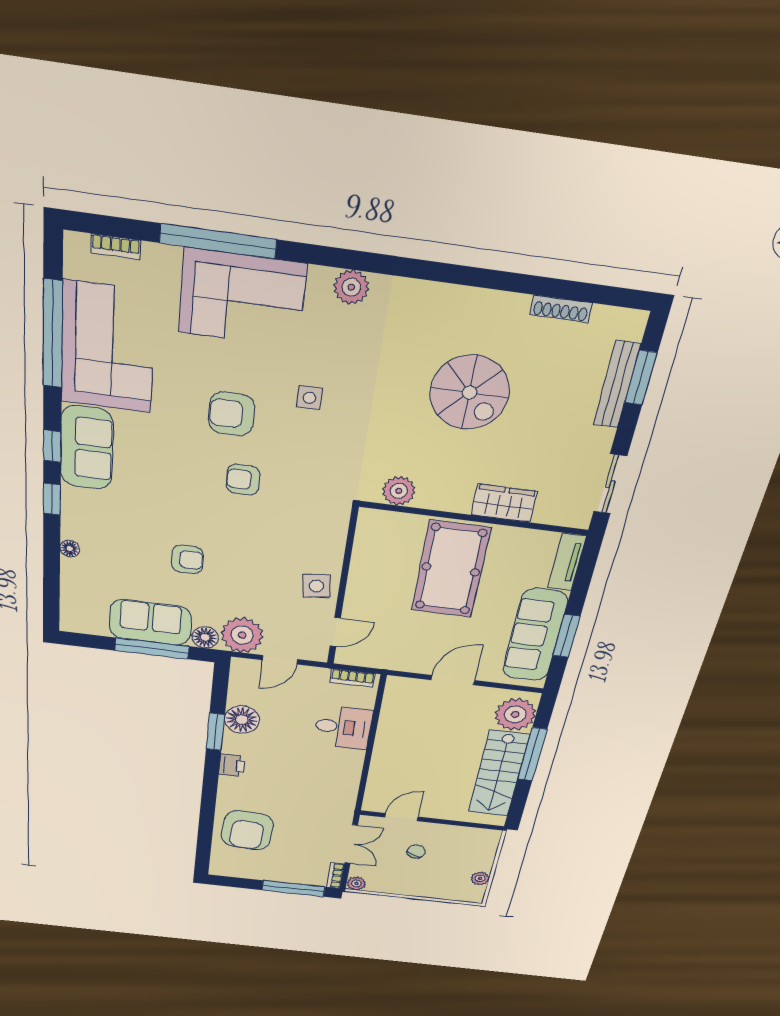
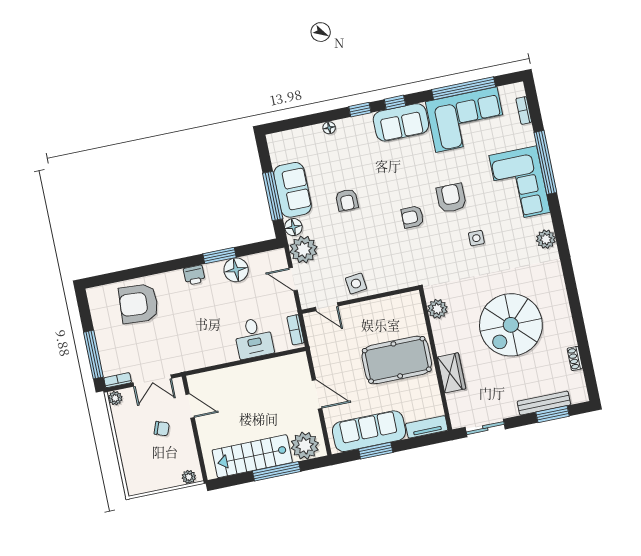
shoe rack: (561, 309) -> (575, 358), width x0.70
spiral stairs: (470, 392) -> (511, 325), width x1.37, depth x1.37
armchair: (243, 480) -> (413, 217), turned -90
plant: (480, 878) -> (189, 477), moved

